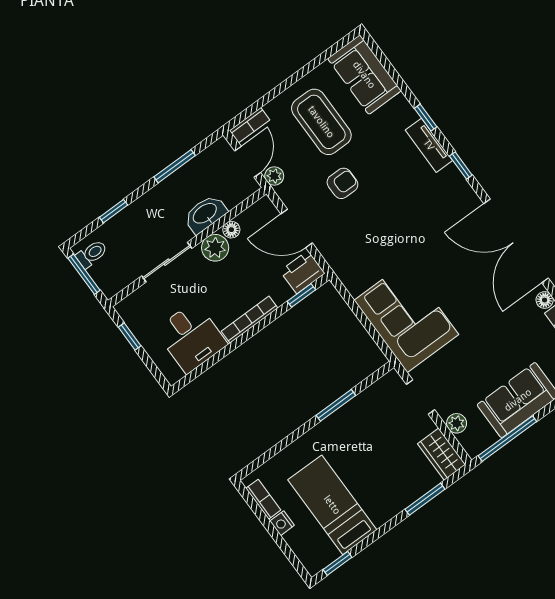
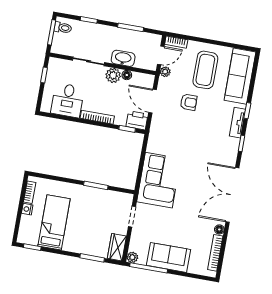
sofa: (364, 75) -> (240, 76), width x1.36
plant: (457, 423) -> (132, 257), moved

